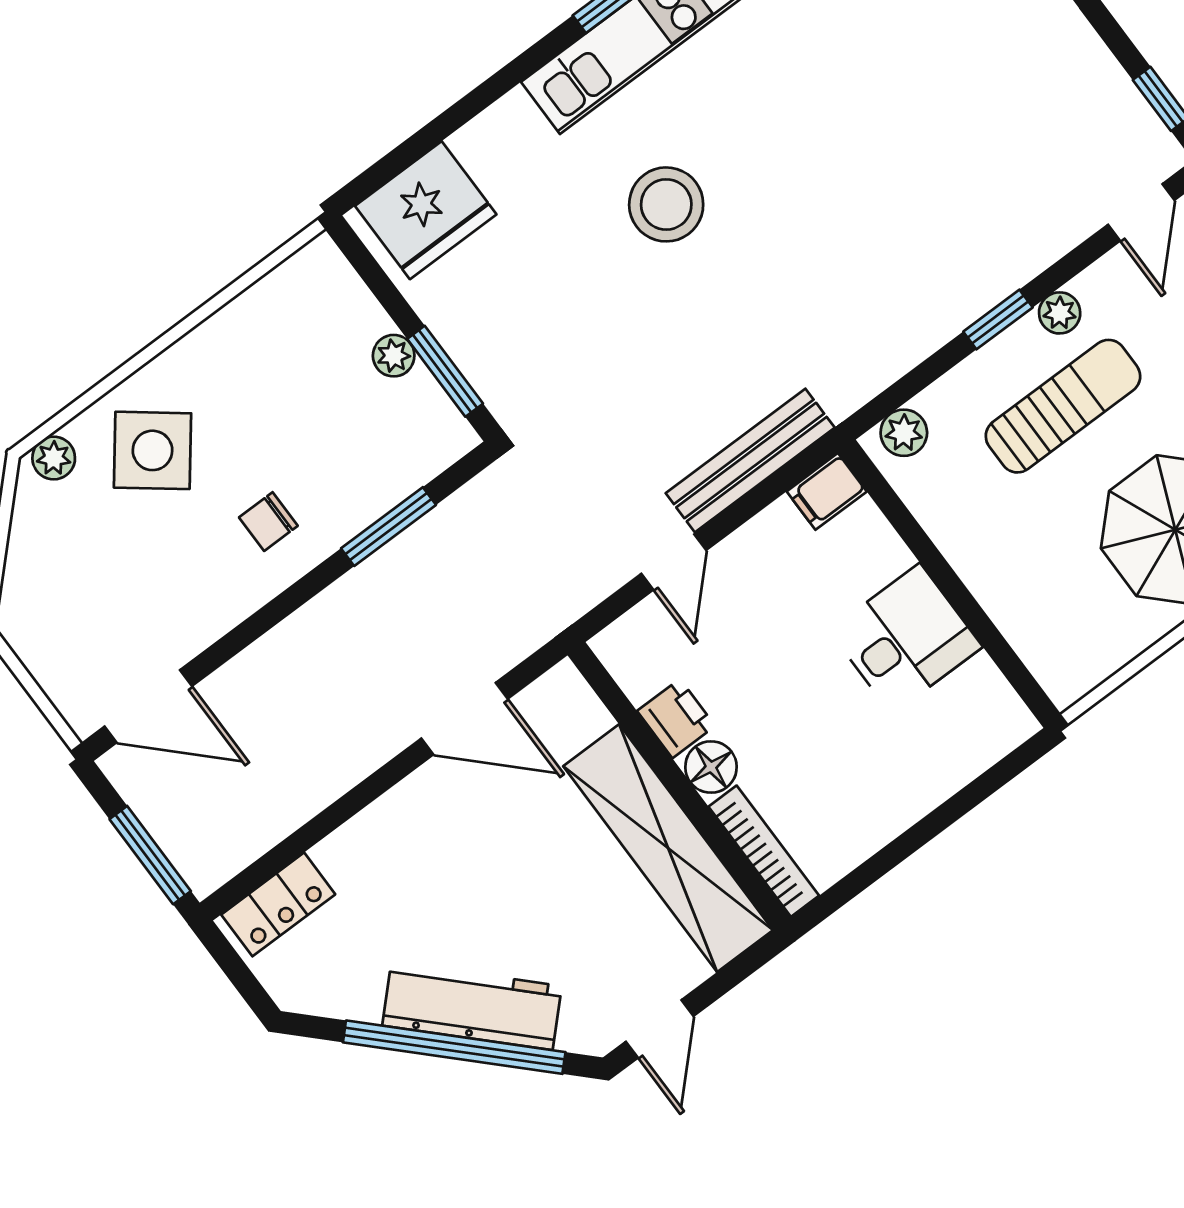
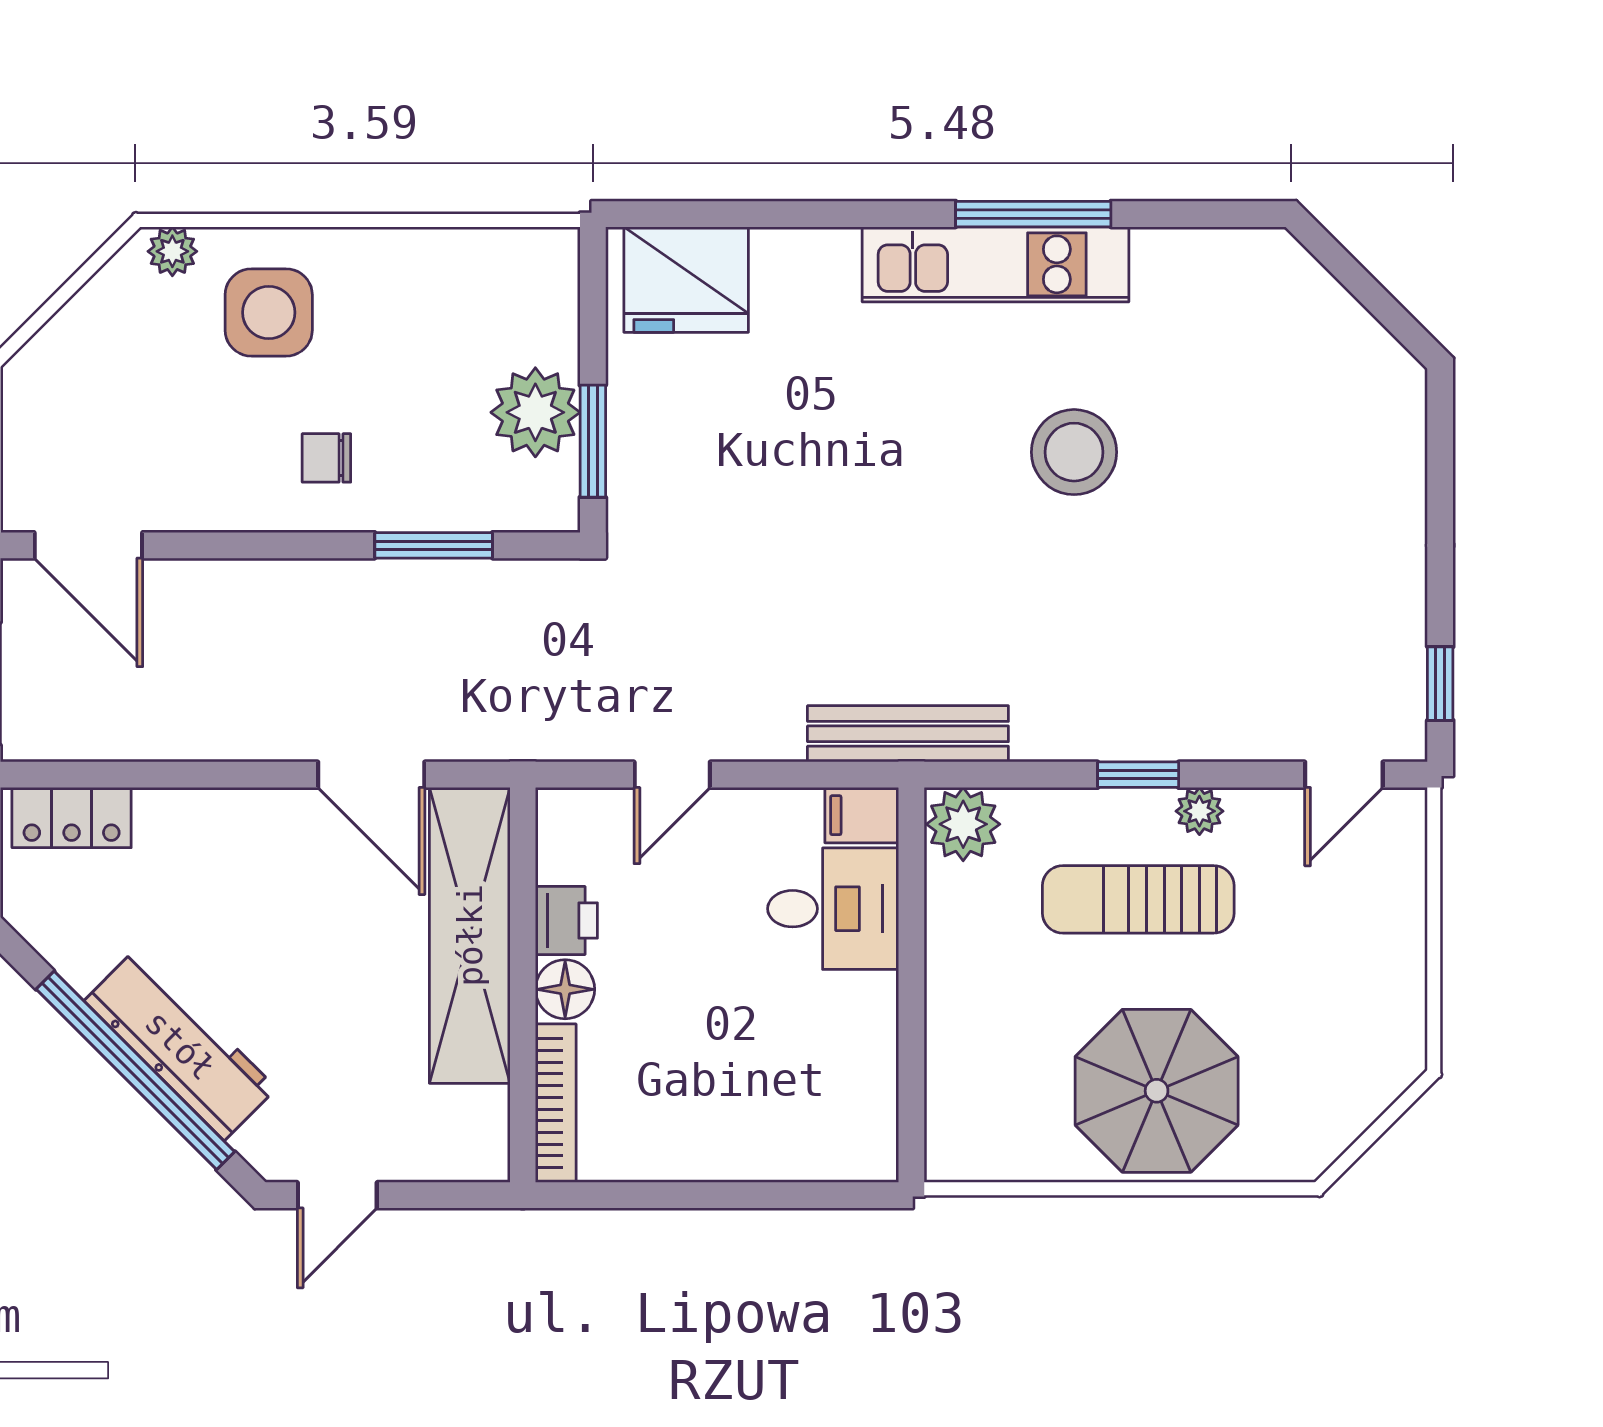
stool: (666, 204) -> (1074, 452), moved
plant: (394, 356) -> (535, 412), width x1.88, depth x1.88
sun lounger: (1063, 406) -> (1138, 899), turned 180
plant: (904, 433) -> (963, 824), width x1.38, depth x1.38
side table: (153, 450) -> (269, 312), turned -38
bench: (750, 460) -> (908, 734), moved
desk: (906, 639) -> (833, 909), moved
shelving: (668, 848) -> (470, 935), moved

